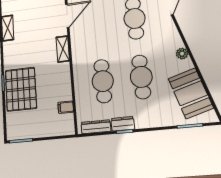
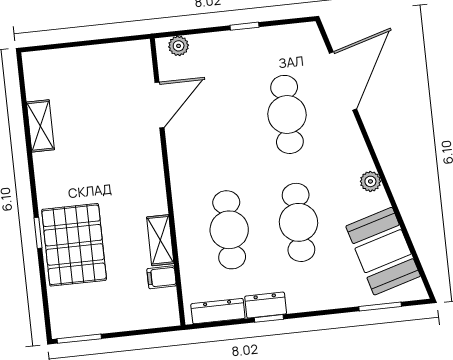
shelving: (63, 49) -> (160, 240), moved

